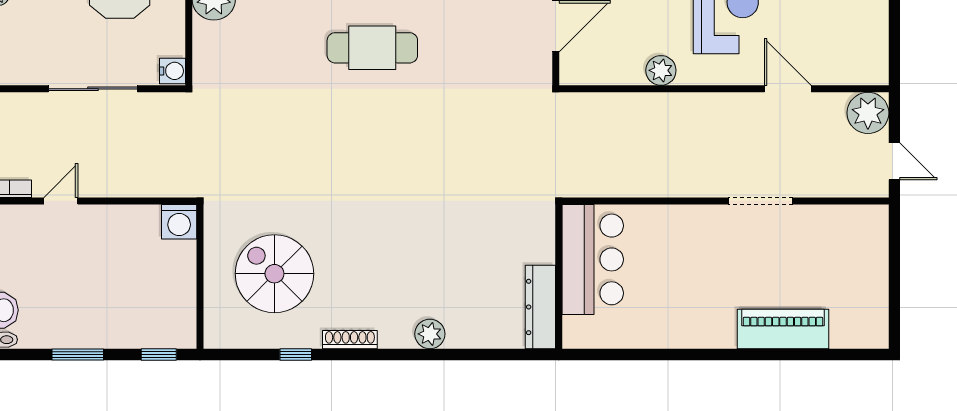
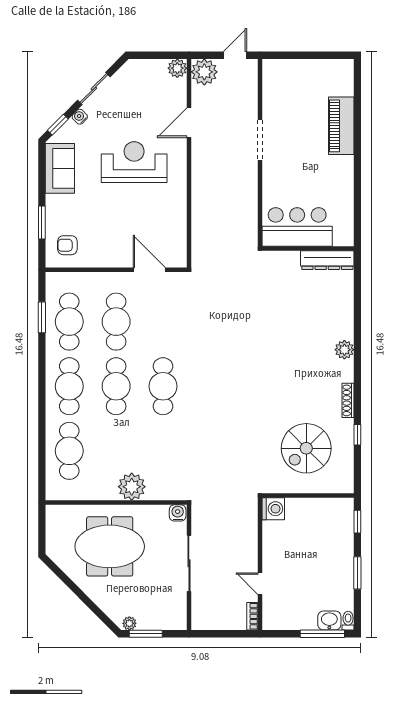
plant: (661, 70) -> (177, 68), moved
bar counter: (593, 259) -> (297, 227), moved
wall: (559, 277) -> (308, 249), moved
dresser: (540, 307) -> (327, 260), moved

